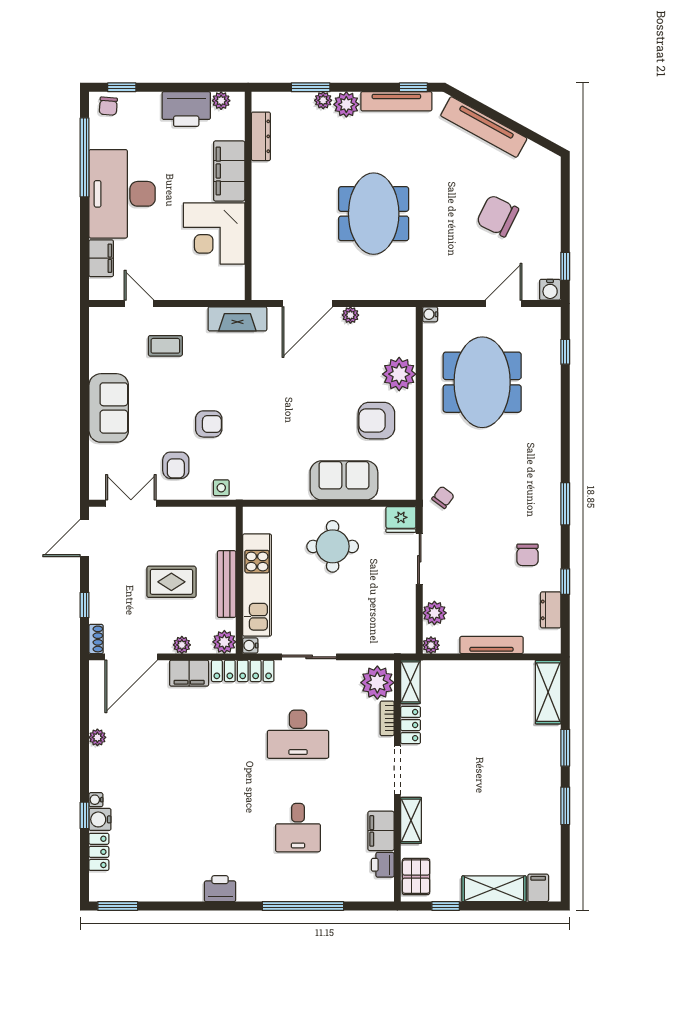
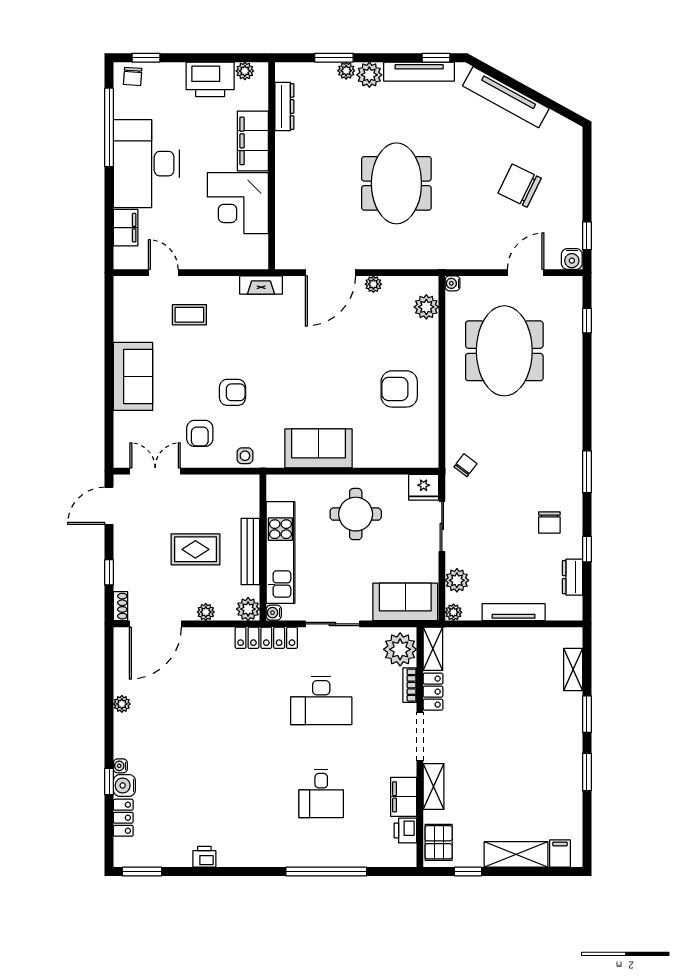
fireplace: (237, 319) -> (261, 285), width x0.73, depth x0.76
plant: (399, 374) -> (426, 307), moved, width x0.73, depth x0.73
sofa: (344, 480) -> (318, 448), moved
sofa: (382, 635) -> (405, 602), added
filing cabinet: (189, 673) -> (213, 640), removed
shelving: (548, 692) -> (573, 669), width x0.67, depth x0.75
printer: (220, 889) -> (204, 857), moved, width x0.73, depth x0.81

